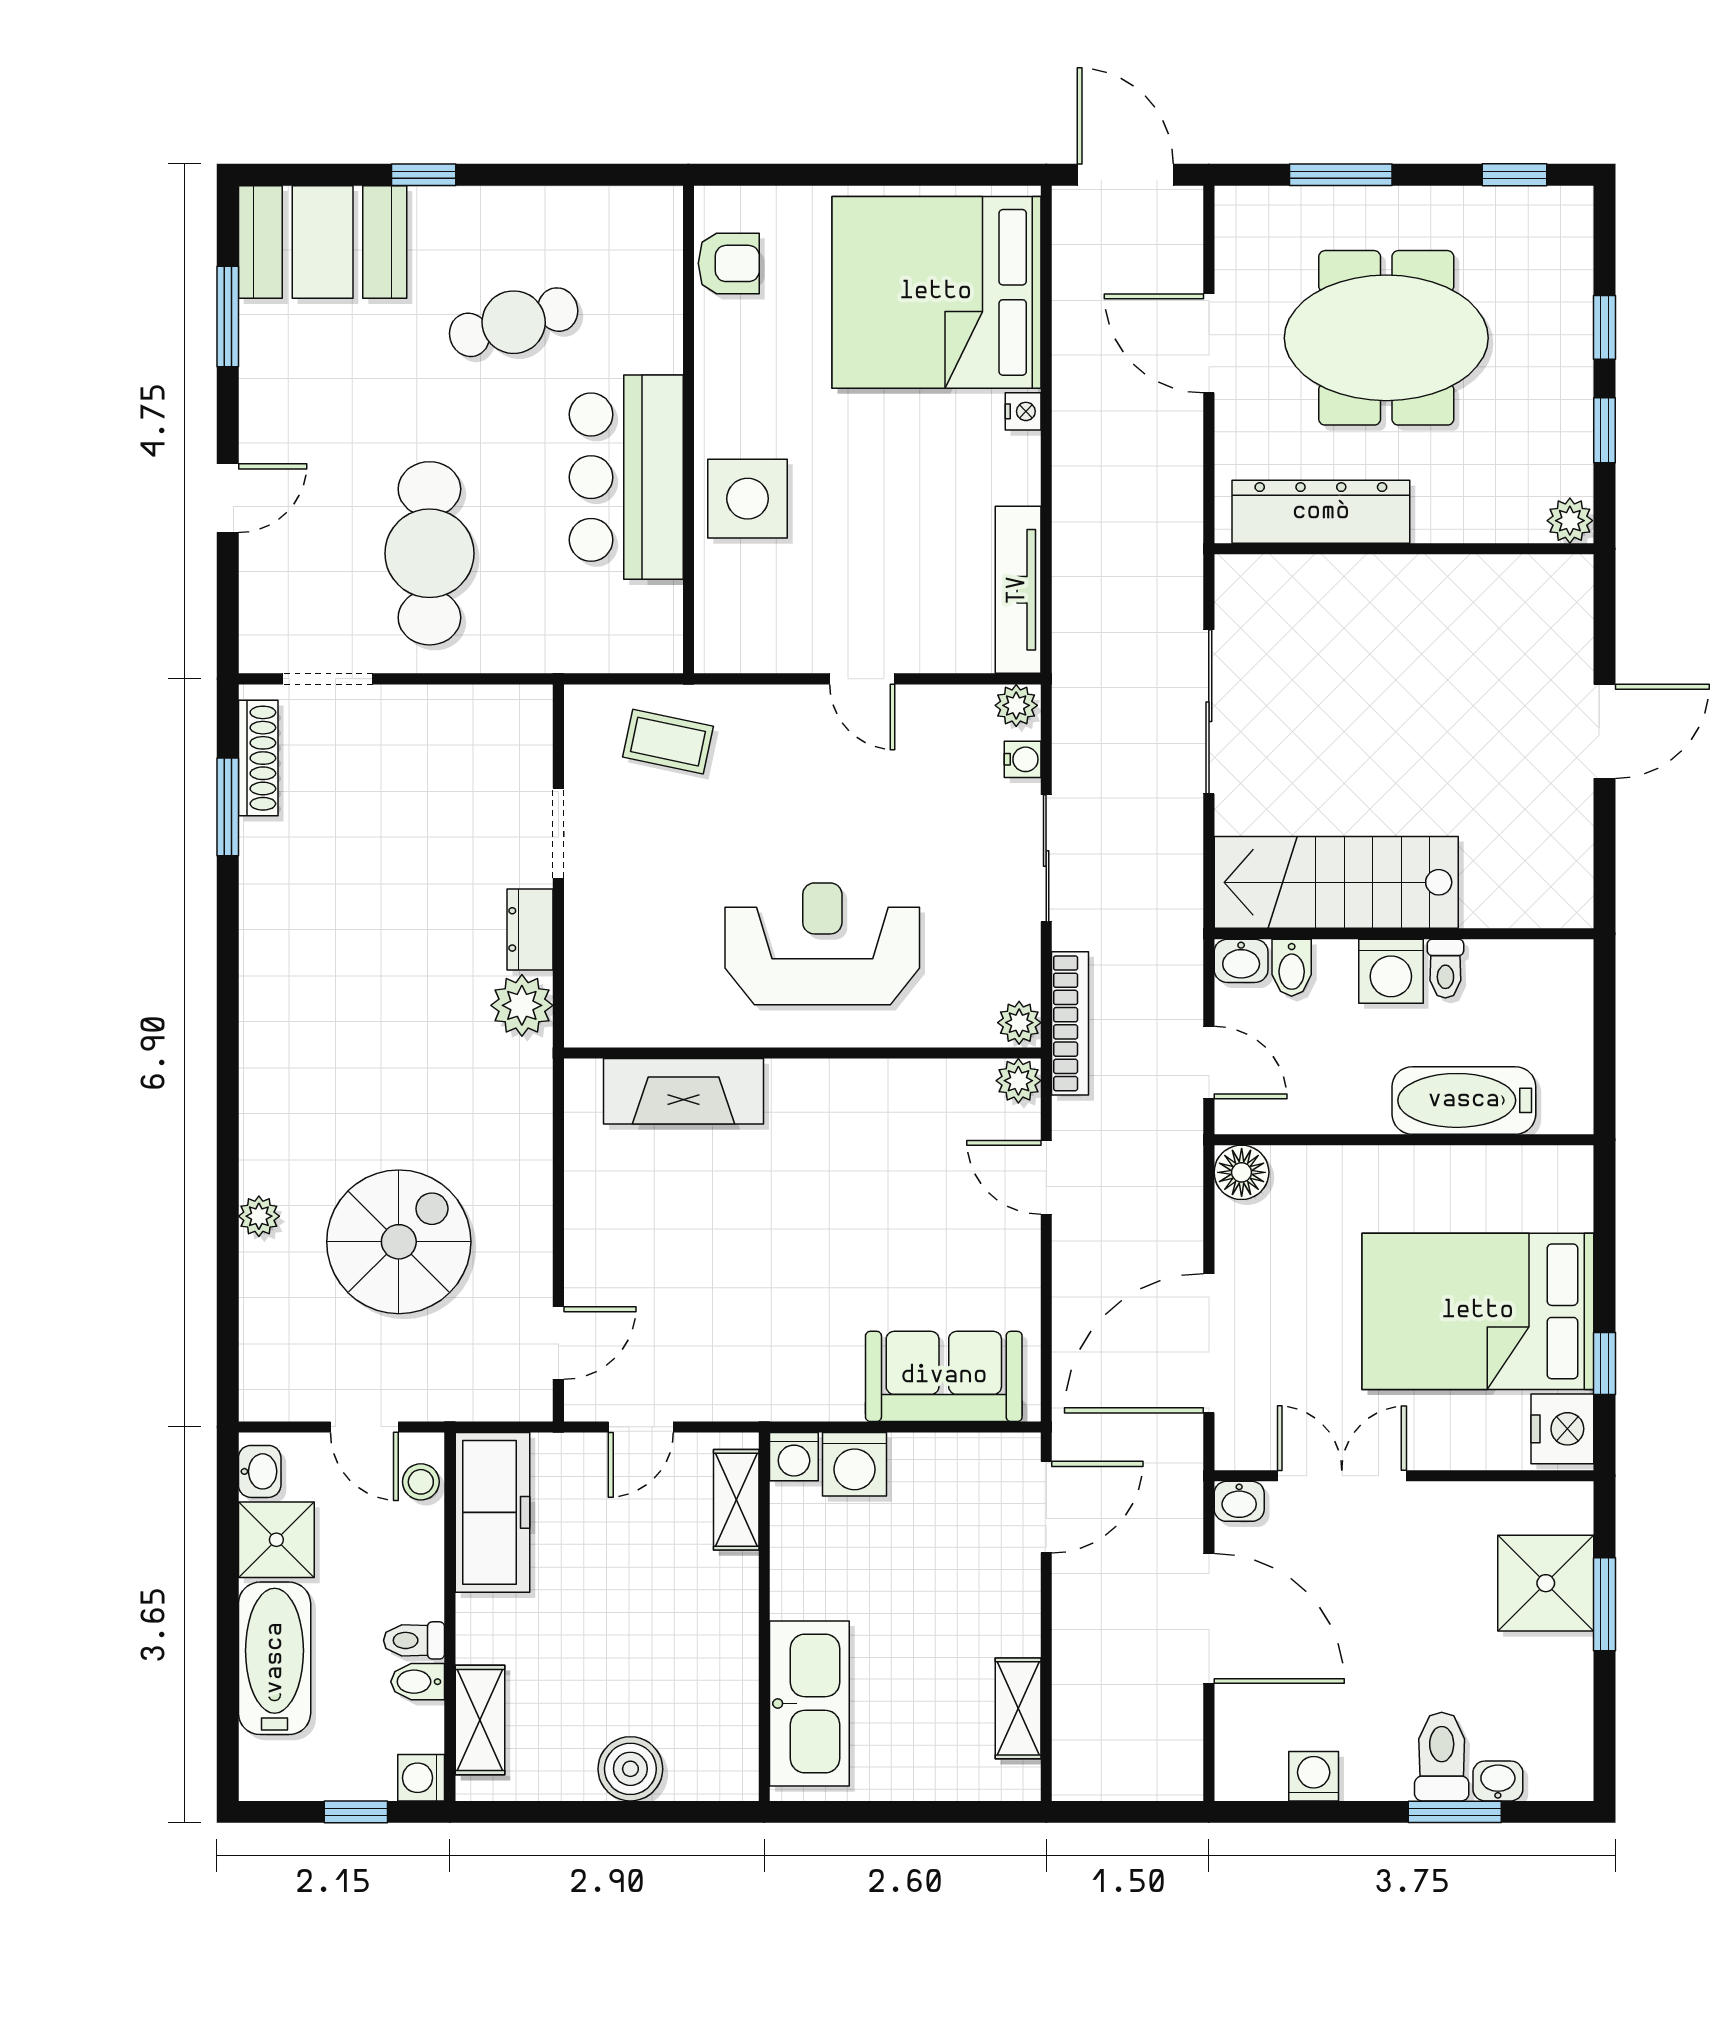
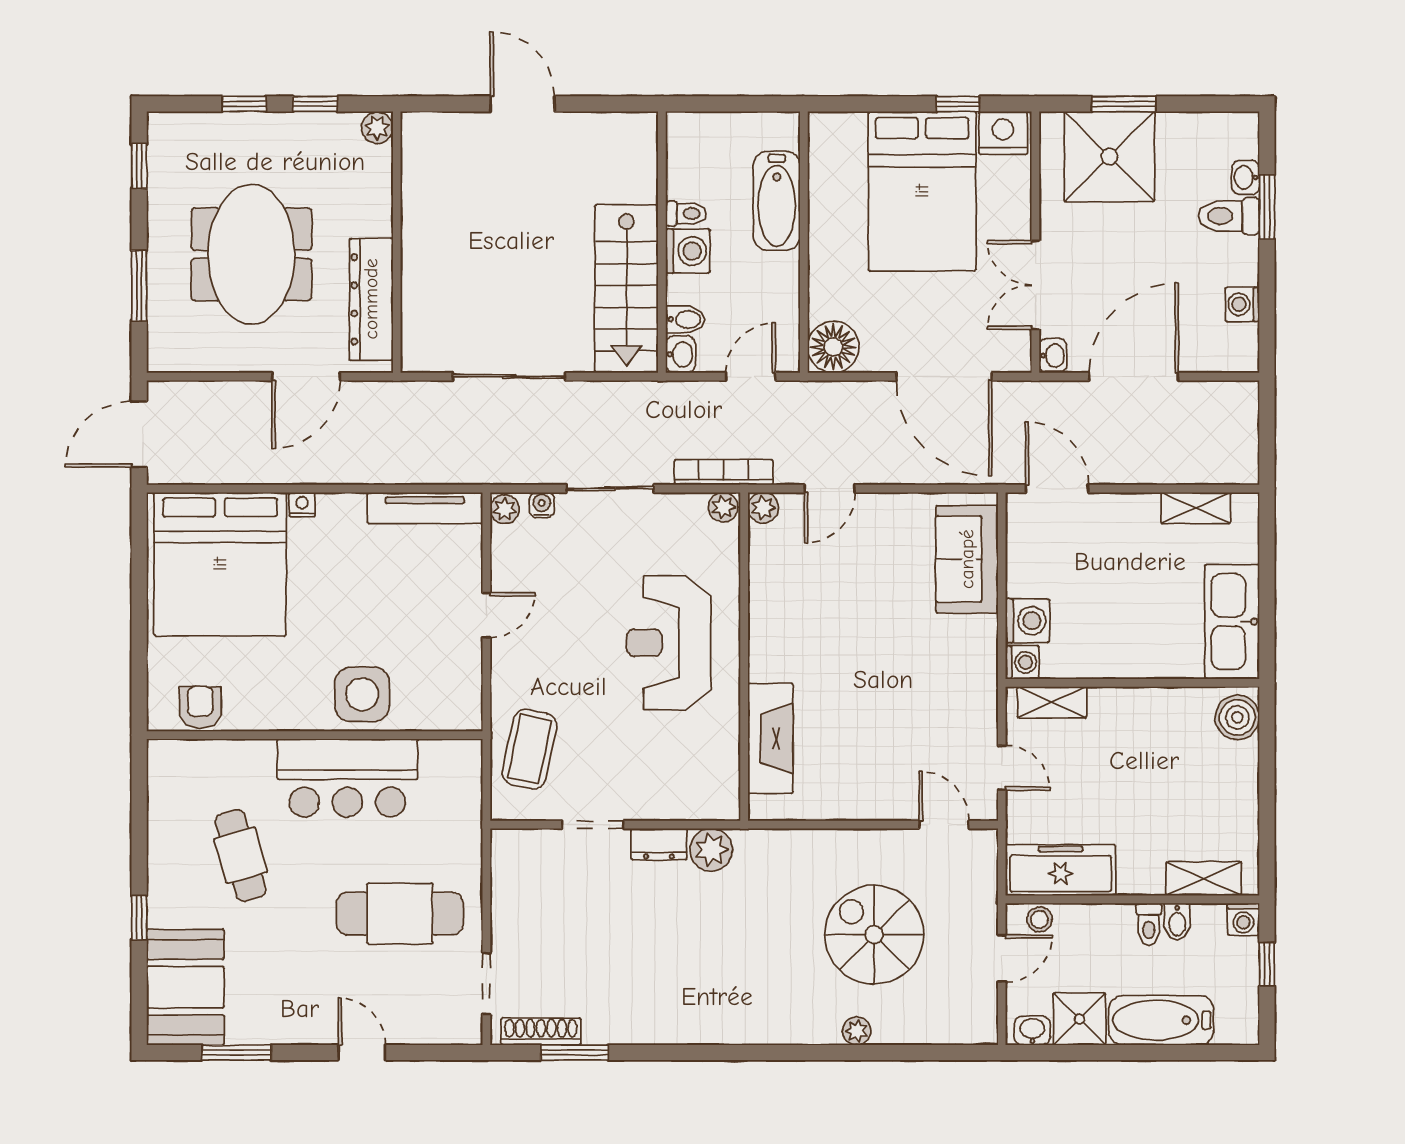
door: (1209, 343) -> (306, 377), moved
coffee table: (668, 742) -> (530, 749), width x1.36, depth x1.30
floor lamp: (1242, 1172) -> (833, 347), width x1.38, depth x1.38
shower: (1546, 1583) -> (1109, 157), width x1.37, depth x1.37
kitchen sink: (809, 1703) -> (1232, 622), moved, turned -90
boiler: (630, 1769) -> (1237, 717), moved

